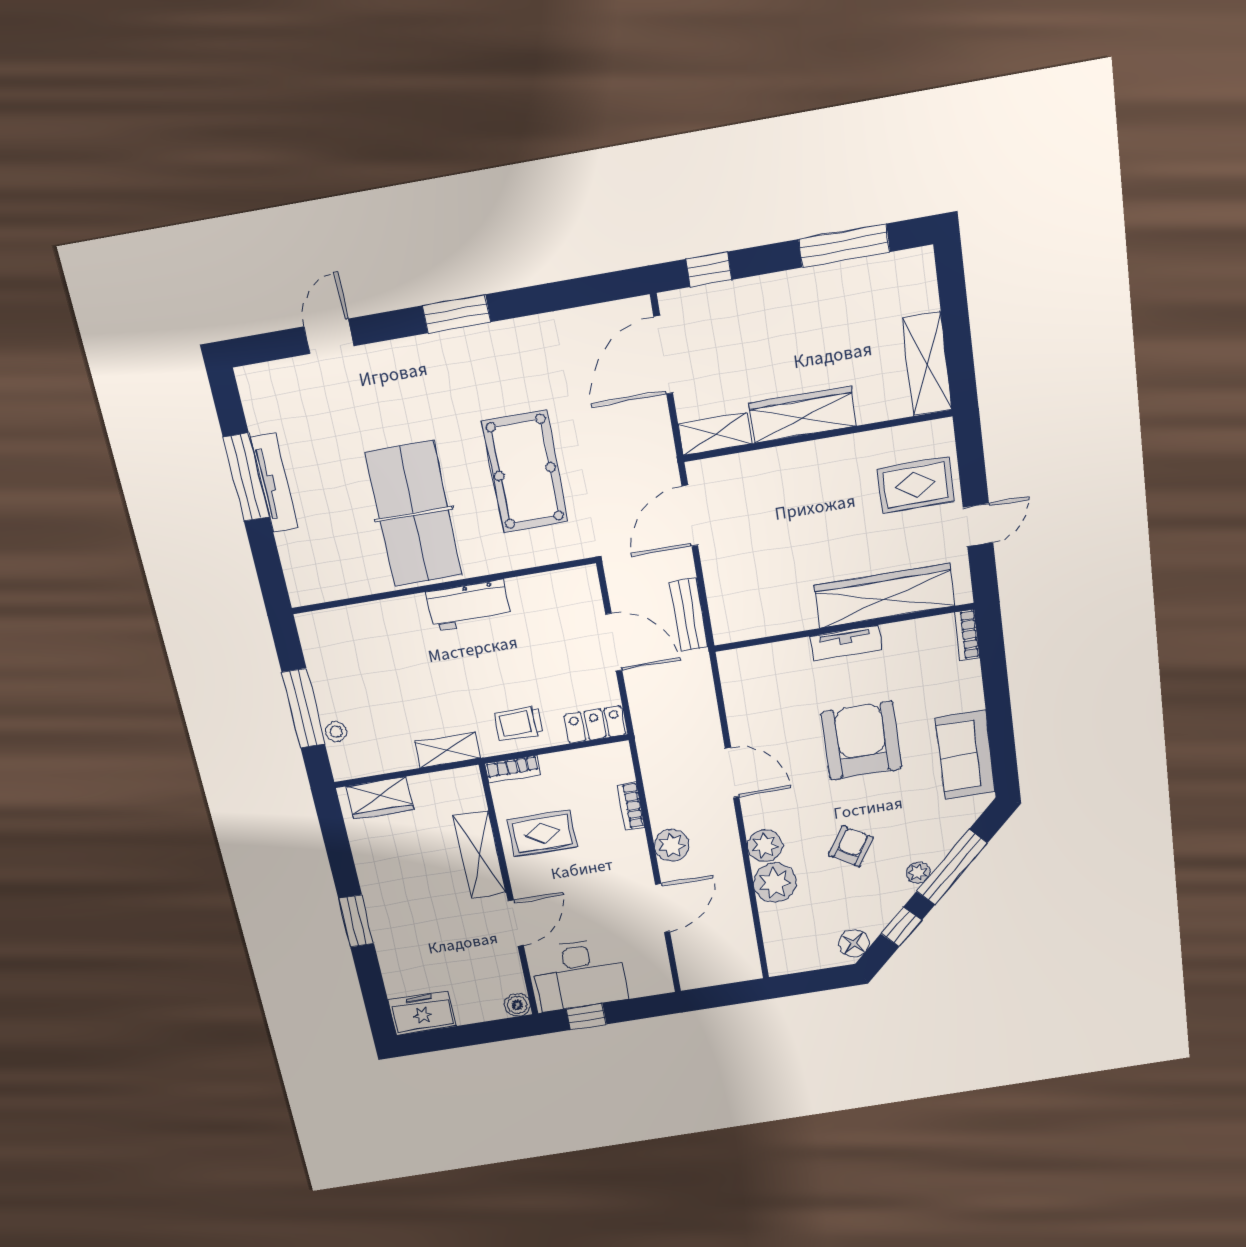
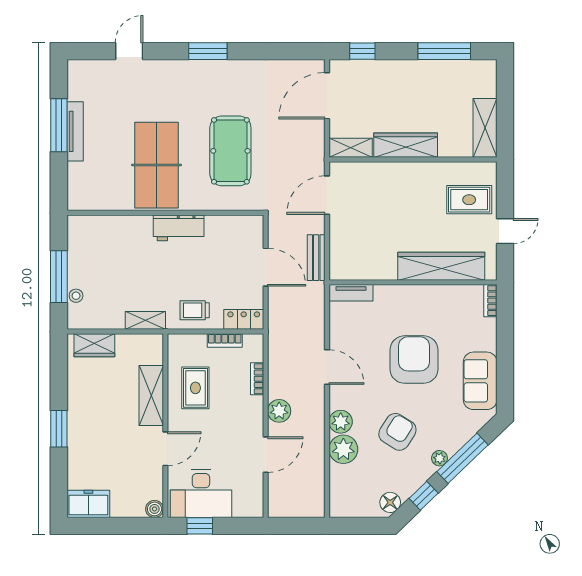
tv unit: (846, 643) -> (351, 293), moved
bookcase: (513, 769) -> (225, 340), moved
rug: (542, 833) -> (195, 388), turned 90
armchair: (851, 846) -> (397, 432), width x1.38, depth x1.38

